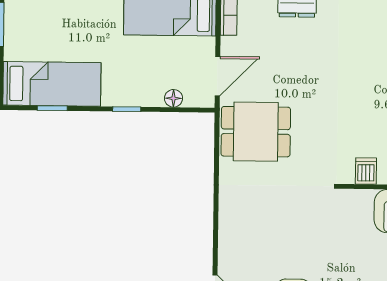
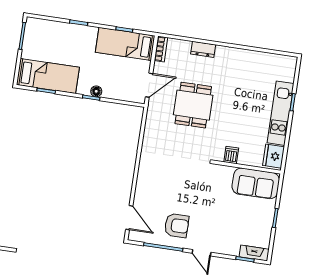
floor lamp: (174, 98) -> (96, 91), moved
dining table: (256, 132) -> (193, 105), moved, turned 90

